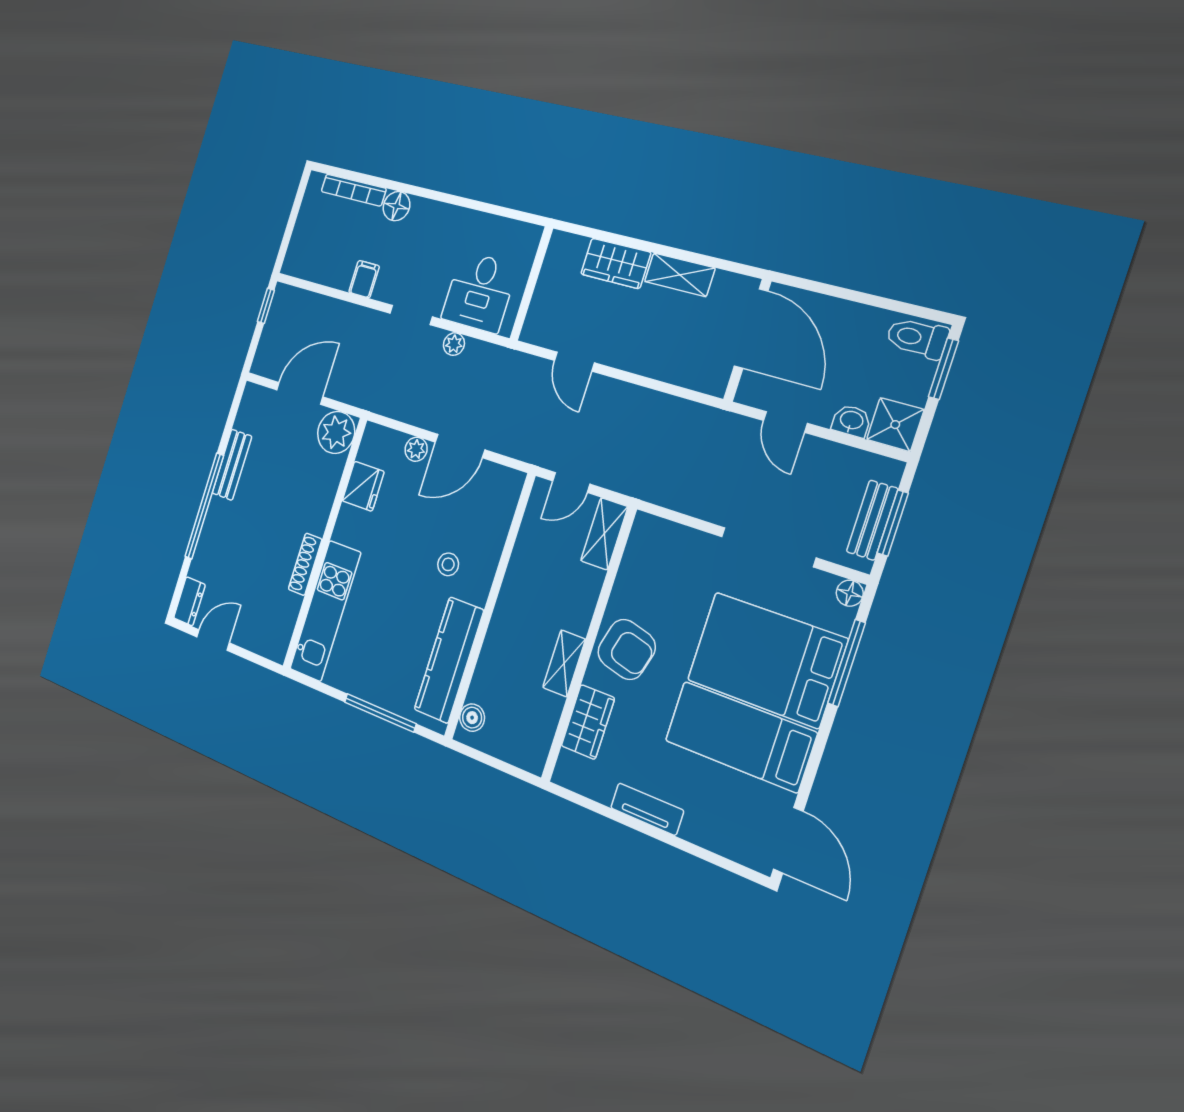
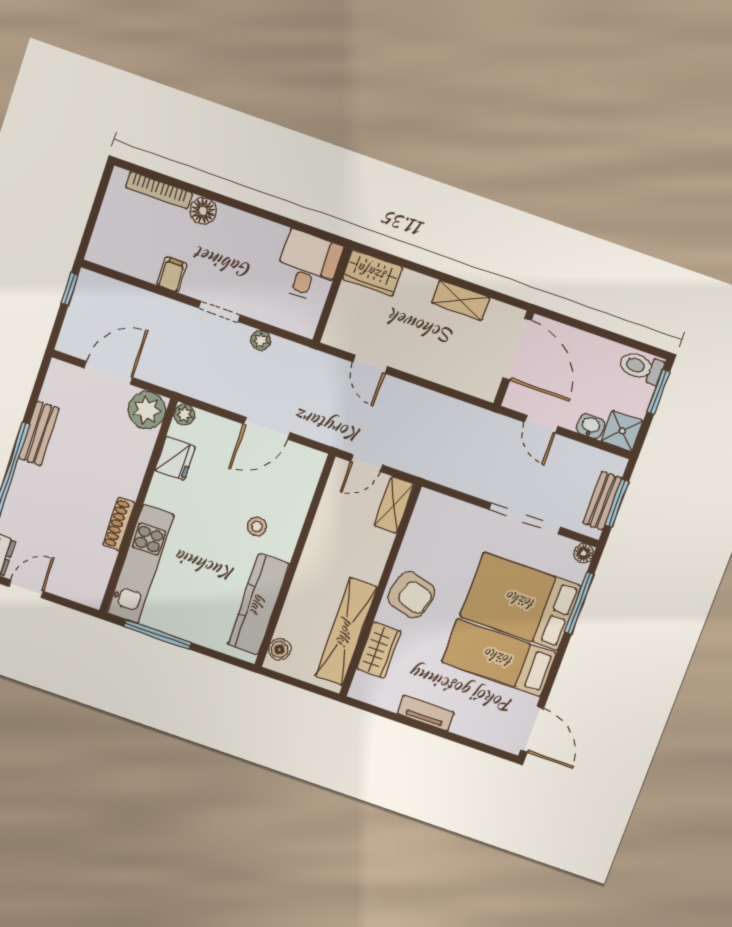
wardrobe: (616, 263) -> (372, 273), moved
desk: (479, 292) -> (308, 266), moved, turned 180
plant: (416, 449) -> (184, 414), moved
shelving: (564, 663) -> (346, 632), width x2.20, depth x1.33
window: (380, 713) -> (158, 635), moved

